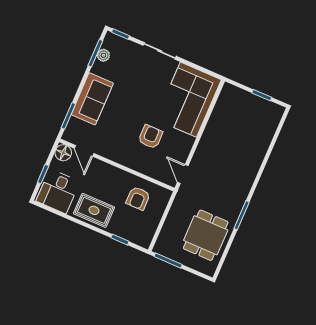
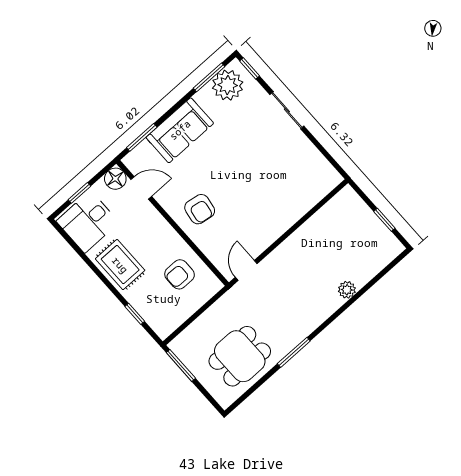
plant: (103, 55) -> (228, 85), width x1.88, depth x1.88
corner sofa: (188, 100) -> (294, 185), removed
armchair: (150, 137) -> (200, 209), moved, turned 99
door: (84, 151) -> (141, 188), swing flipped
plant: (258, 155) -> (347, 290), added

